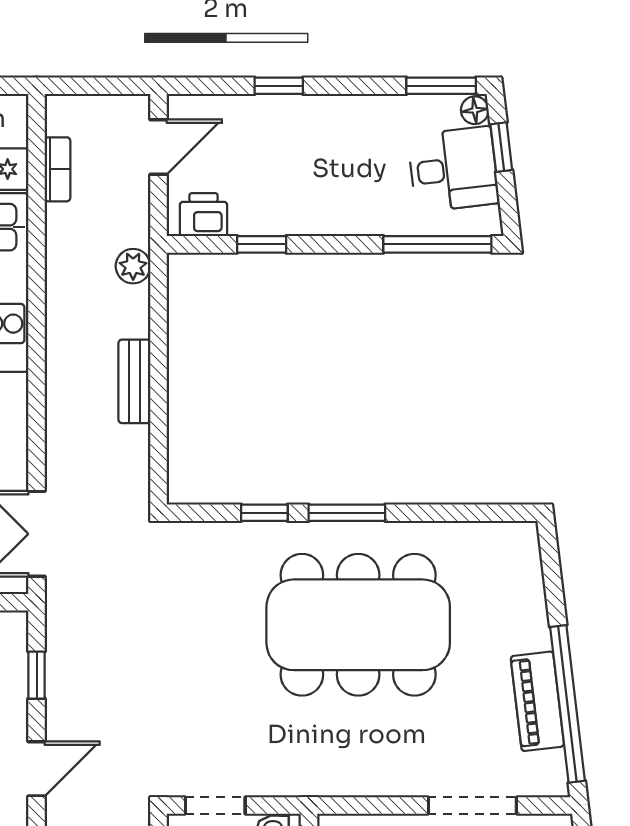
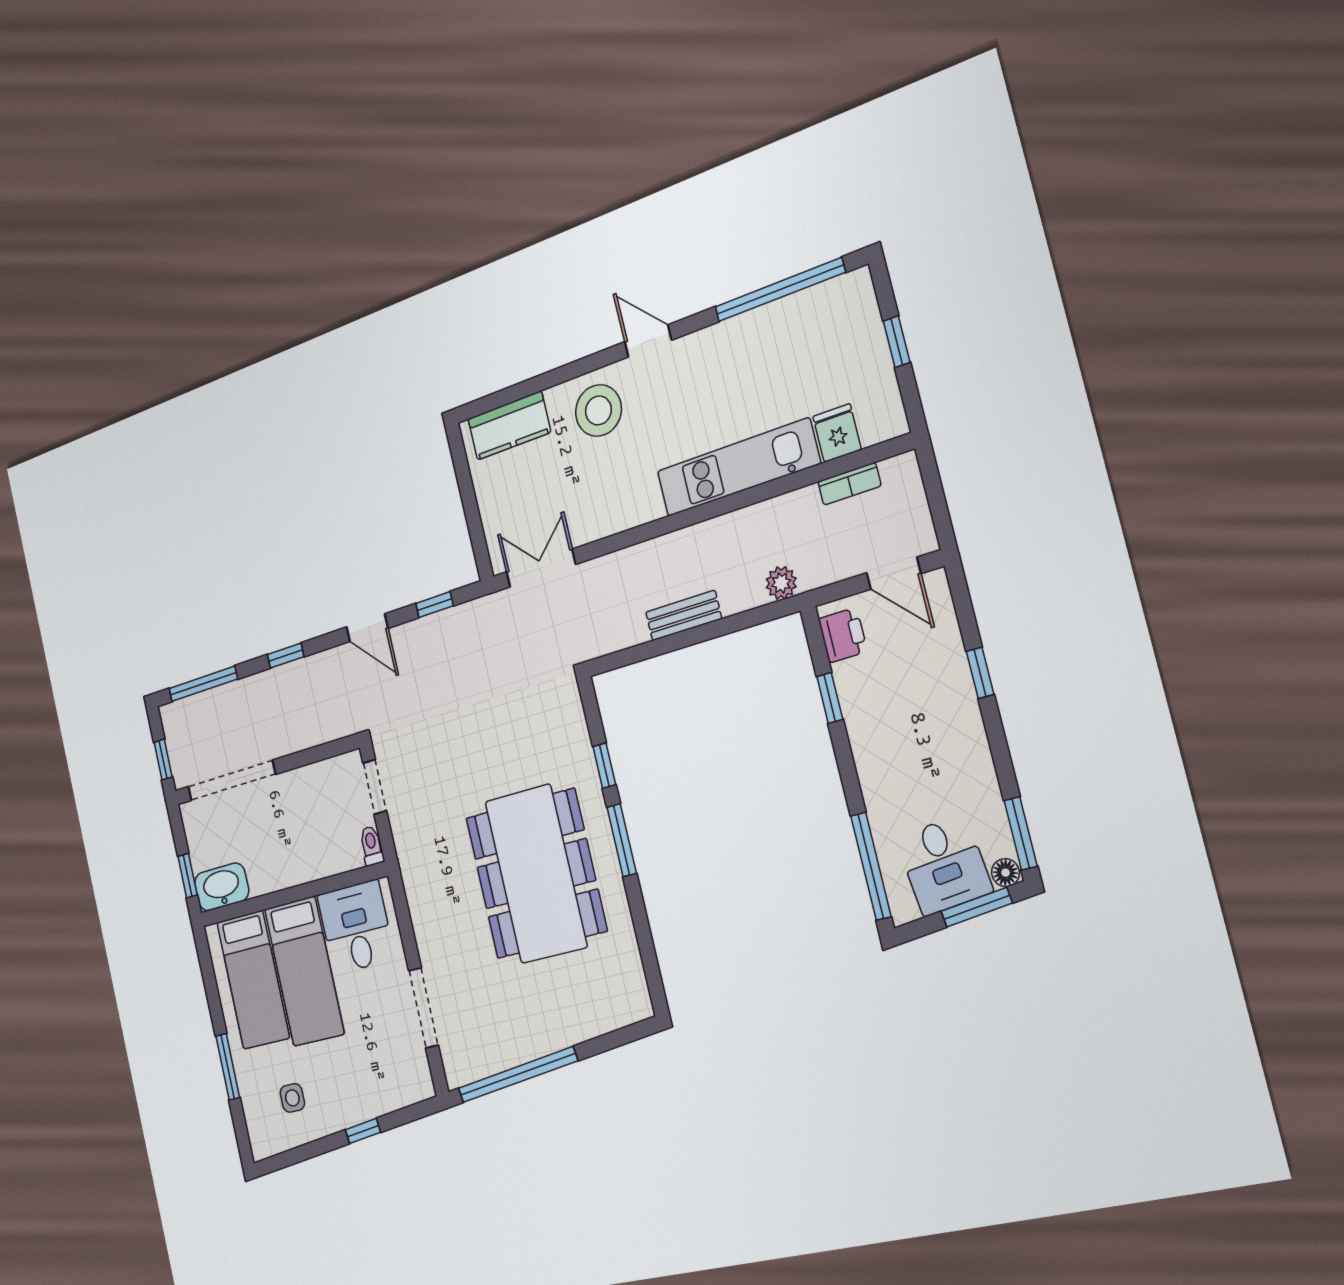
window: (501, 147) -> (977, 907), width x1.50
piano: (537, 701) -> (513, 1047), removed

